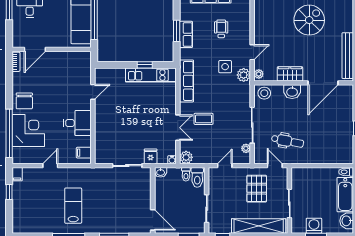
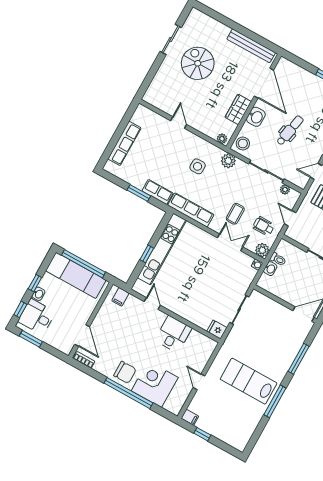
wheelchair: (221, 29) -> (264, 226), moved
row of seats: (186, 34) -> (157, 192), moved
door: (252, 52) -> (179, 123), moved
window: (145, 65) -> (147, 254), moved
kitchen unit: (151, 75) -> (162, 249), width x1.36
plant: (244, 75) -> (228, 161), moved
window: (9, 133) -> (128, 393), moved
dental chair: (288, 141) -> (290, 130), moved
filing cabinet: (84, 153) -> (120, 297), moved
fridge: (151, 156) -> (217, 329), moved
washbasin: (161, 172) -> (270, 269), moved
toilet: (197, 177) -> (287, 250), removed
lab bench: (73, 206) -> (249, 381), width x1.36, depth x1.39

